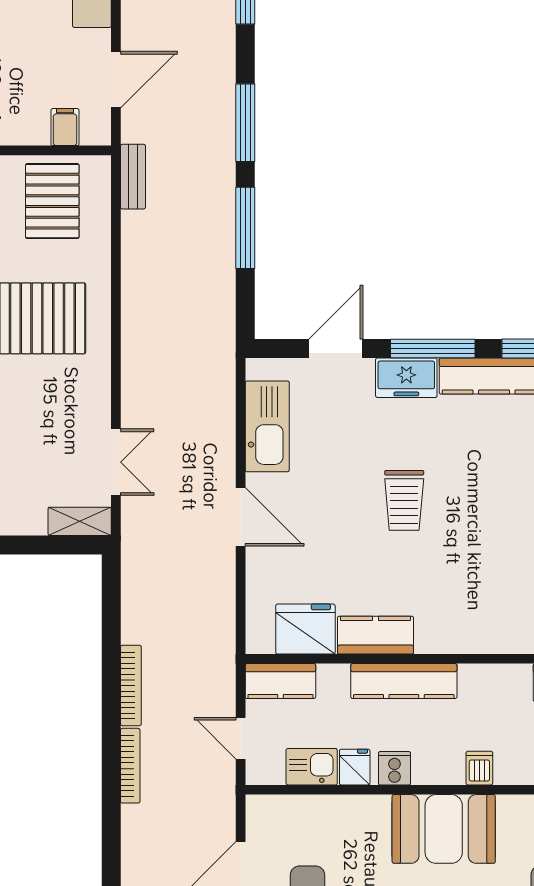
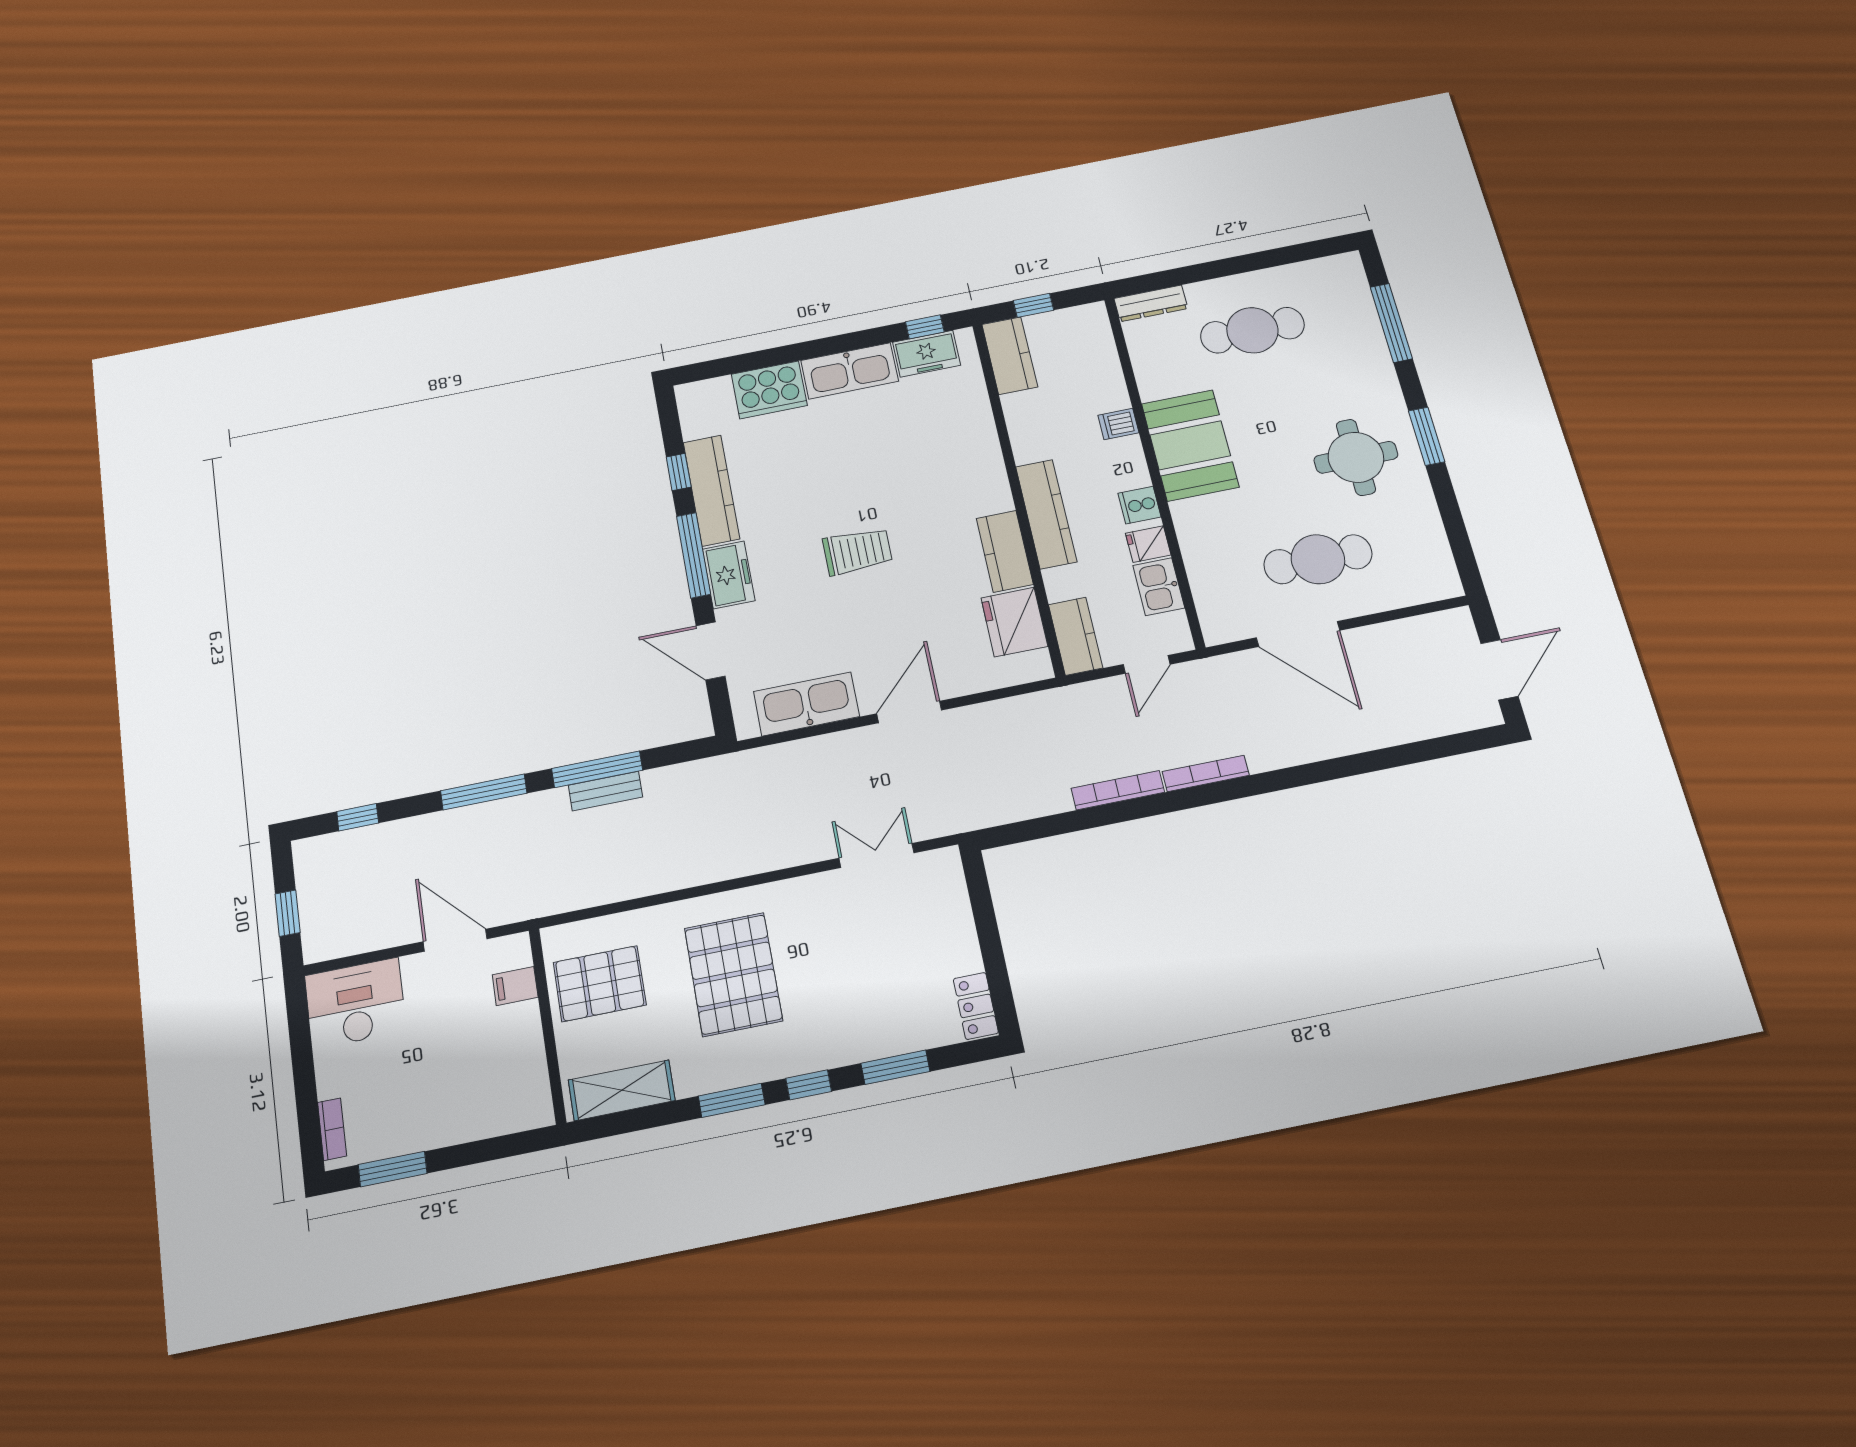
bench: (133, 177) -> (605, 791), moved
shelving: (80, 521) -> (950, 882), removed

